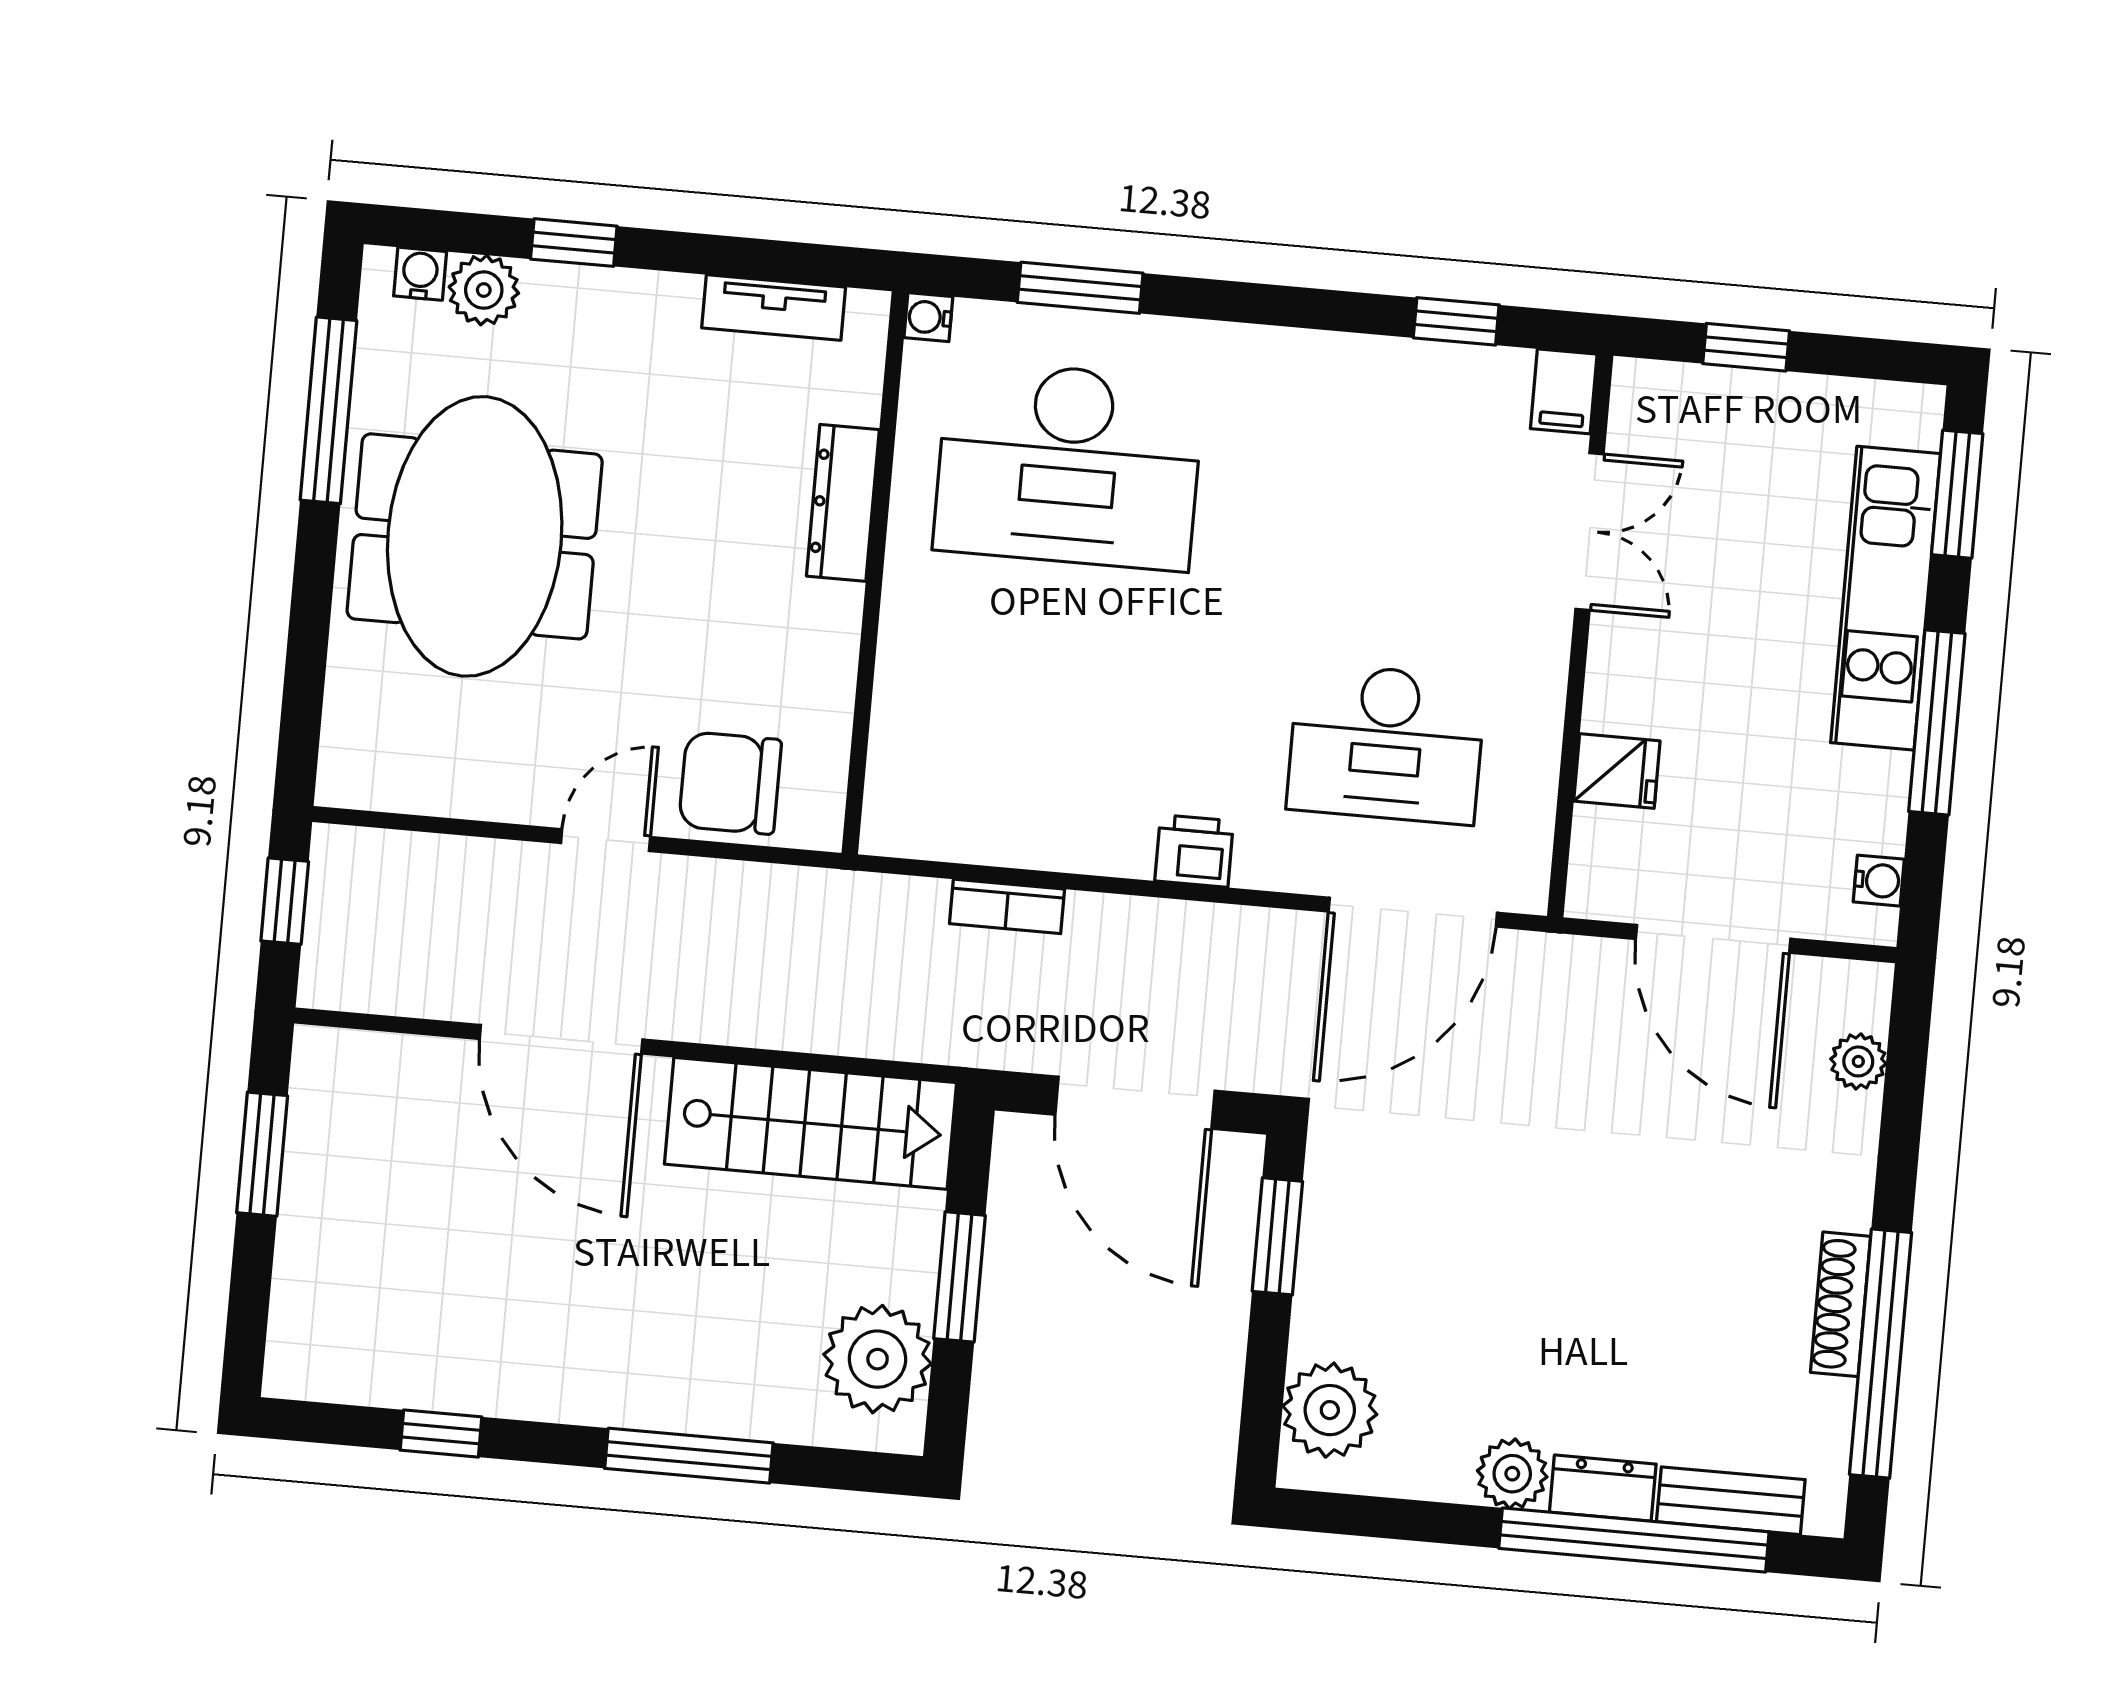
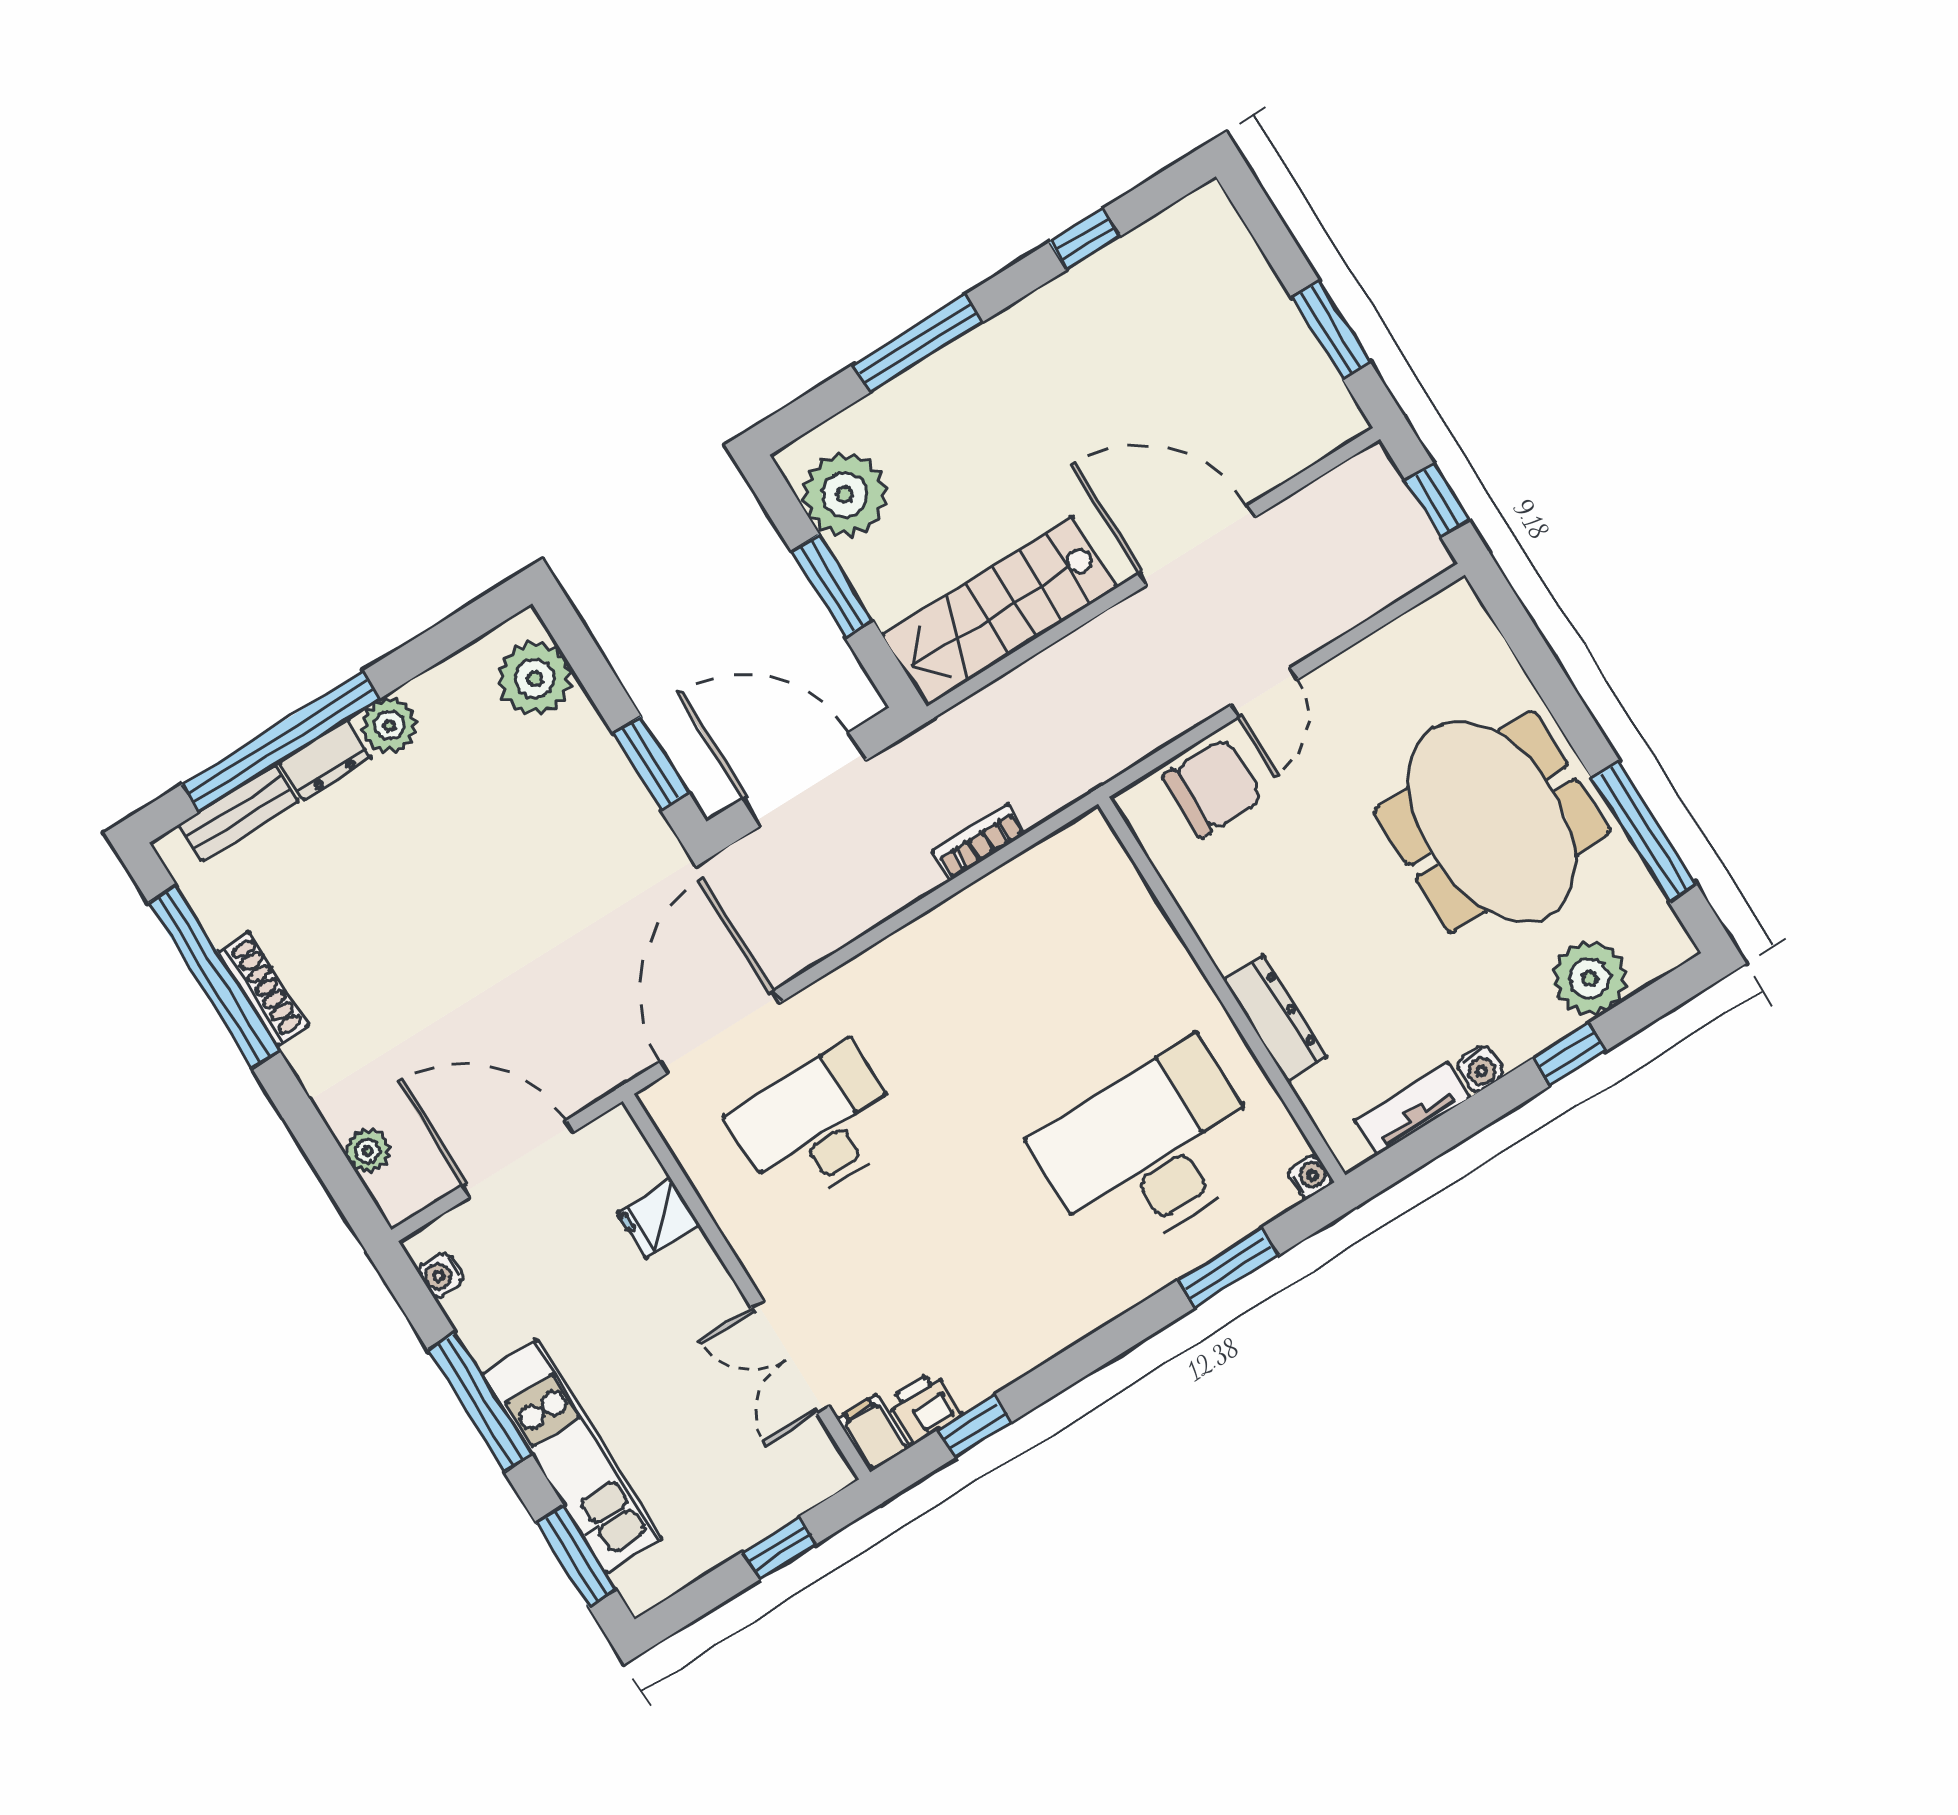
water cooler: (420, 274) -> (1480, 1069), moved
plant: (484, 290) -> (1590, 978), width x1.36, depth x1.36
printer: (1194, 851) -> (925, 1407), moved, turned 180

